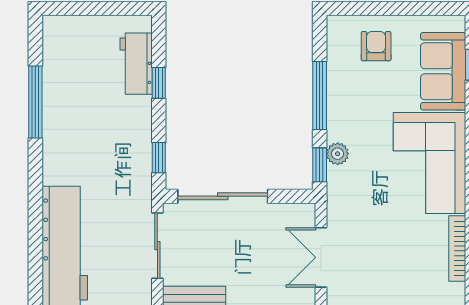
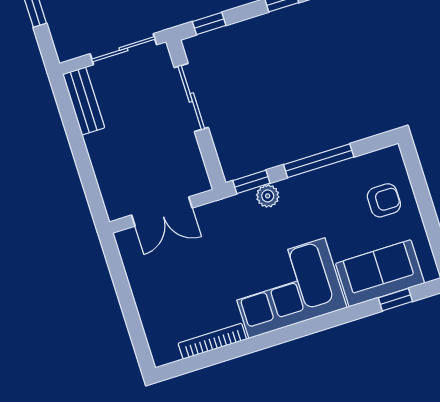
sliding door: (223, 196) -> (191, 98), width x0.73
double door: (321, 257) -> (162, 212), swing flipped

